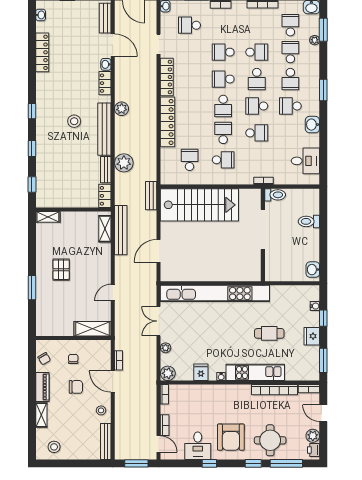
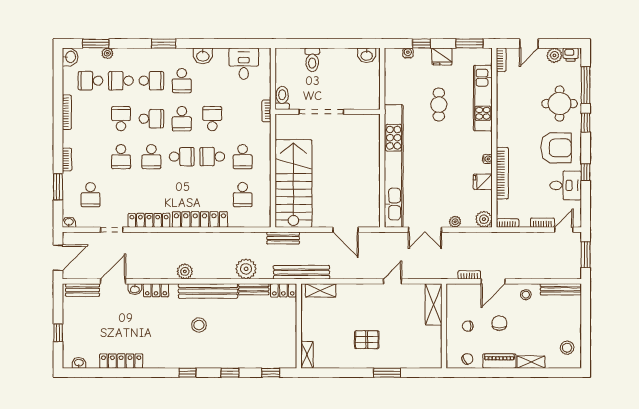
school desk: (190, 160) -> (243, 195), turned -90
school desk: (223, 160) -> (243, 157), turned 180
bench: (121, 230) -> (302, 272), moved
door: (113, 292) -> (393, 281), swing flipped
kitchen unit: (255, 372) -> (483, 98), moved
bookcase: (274, 390) -> (502, 173), moved

